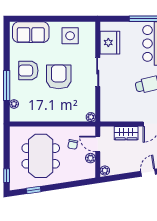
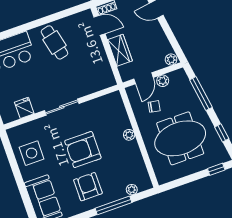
fridge: (110, 43) -> (24, 108), width x0.53, depth x0.75
armchair: (28, 71) -> (88, 187), turned 180
plant: (91, 117) -> (129, 135), moved
window: (70, 184) -> (201, 94), added

